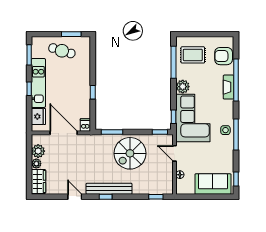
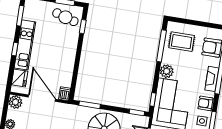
cafe table: (62, 51) -> (65, 17), moved
window: (93, 92) -> (83, 27), moved
armchair: (226, 112) -> (205, 103), added
plant: (38, 151) -> (15, 102), moved

